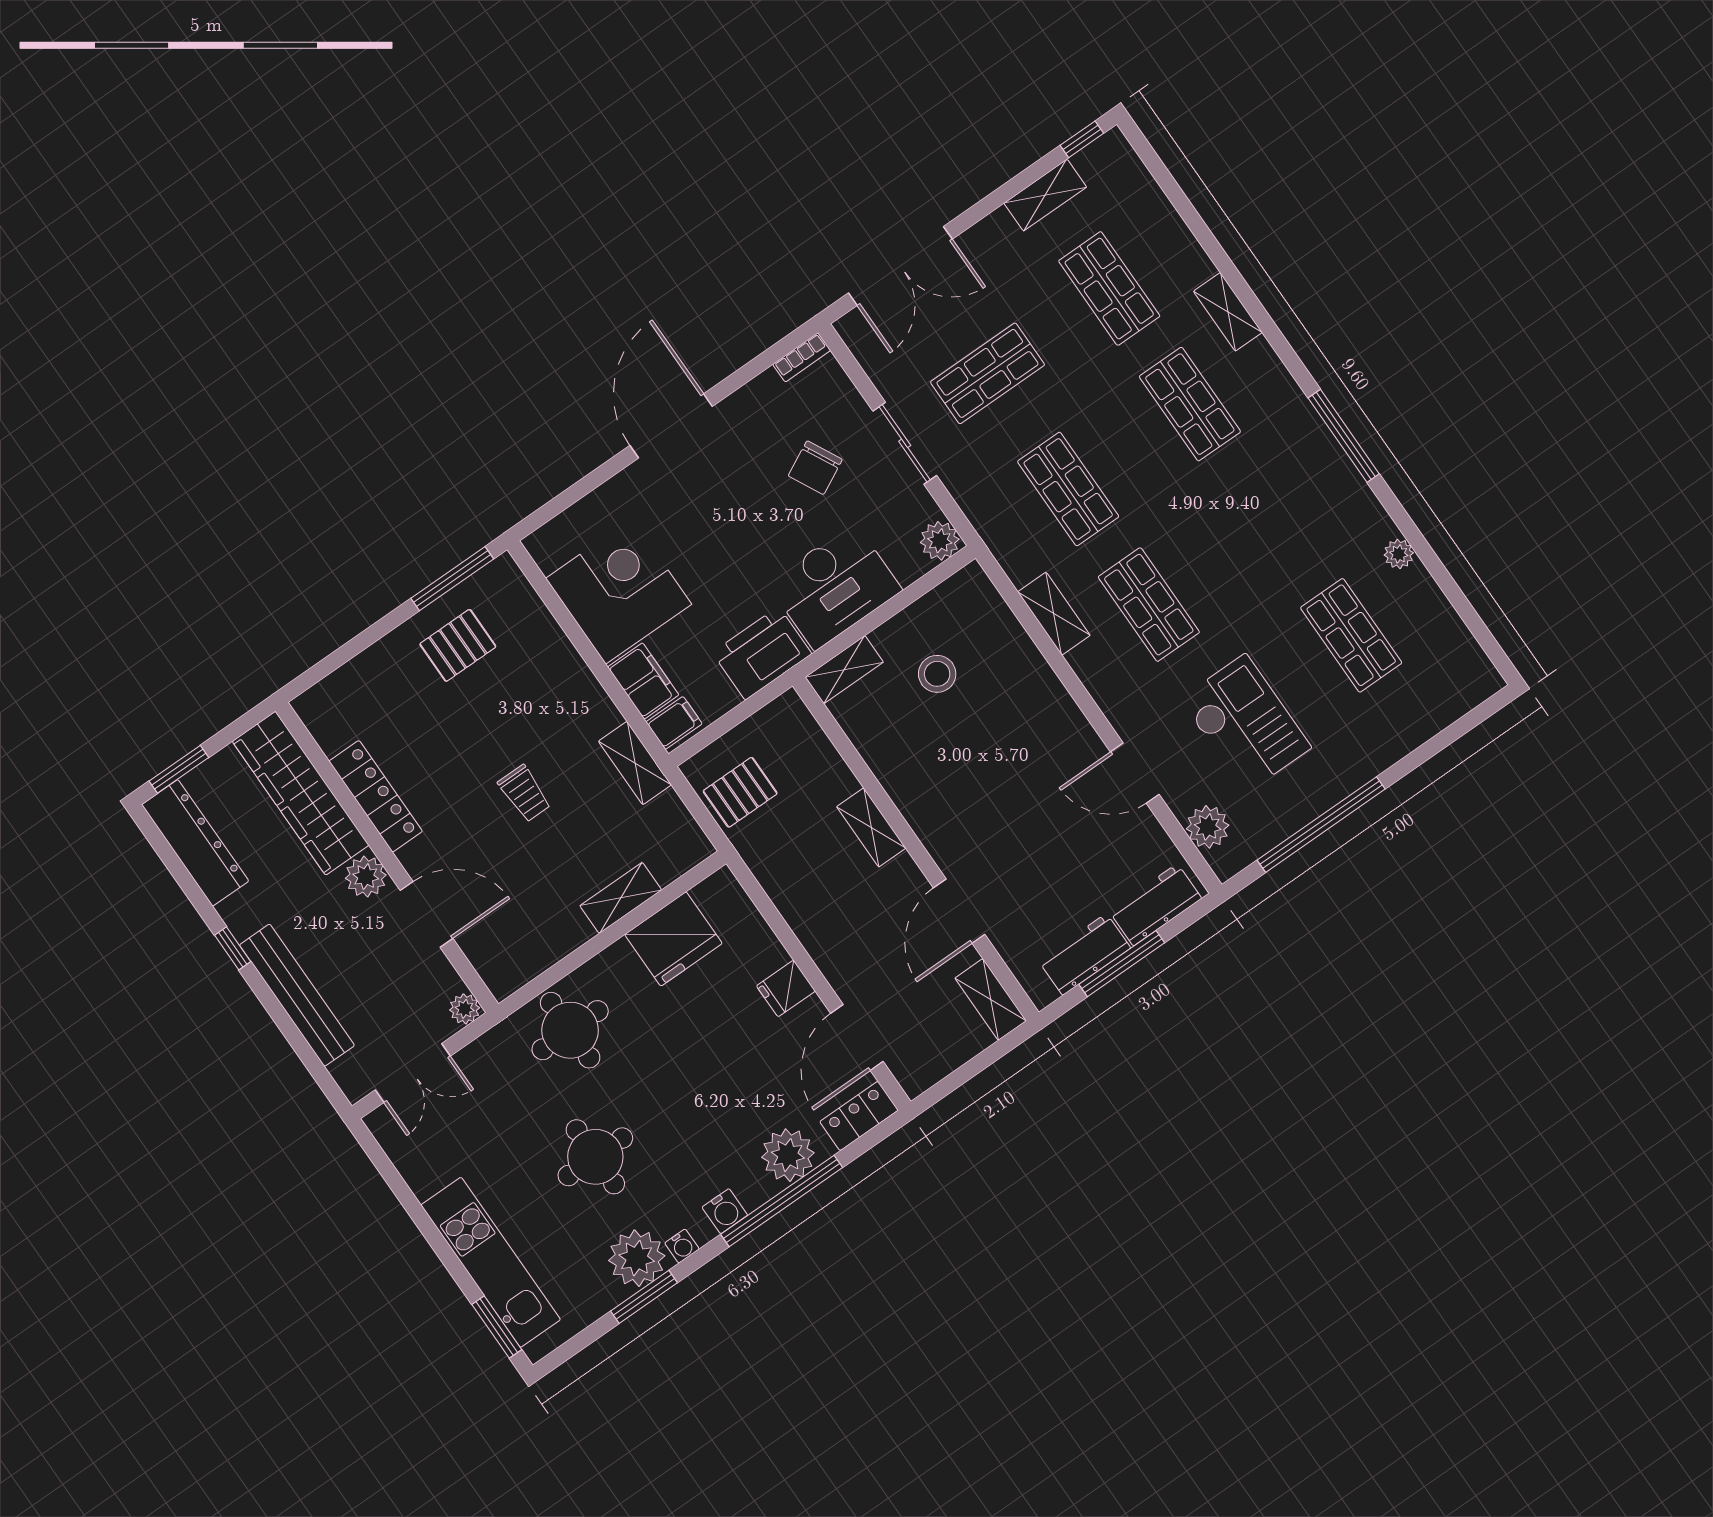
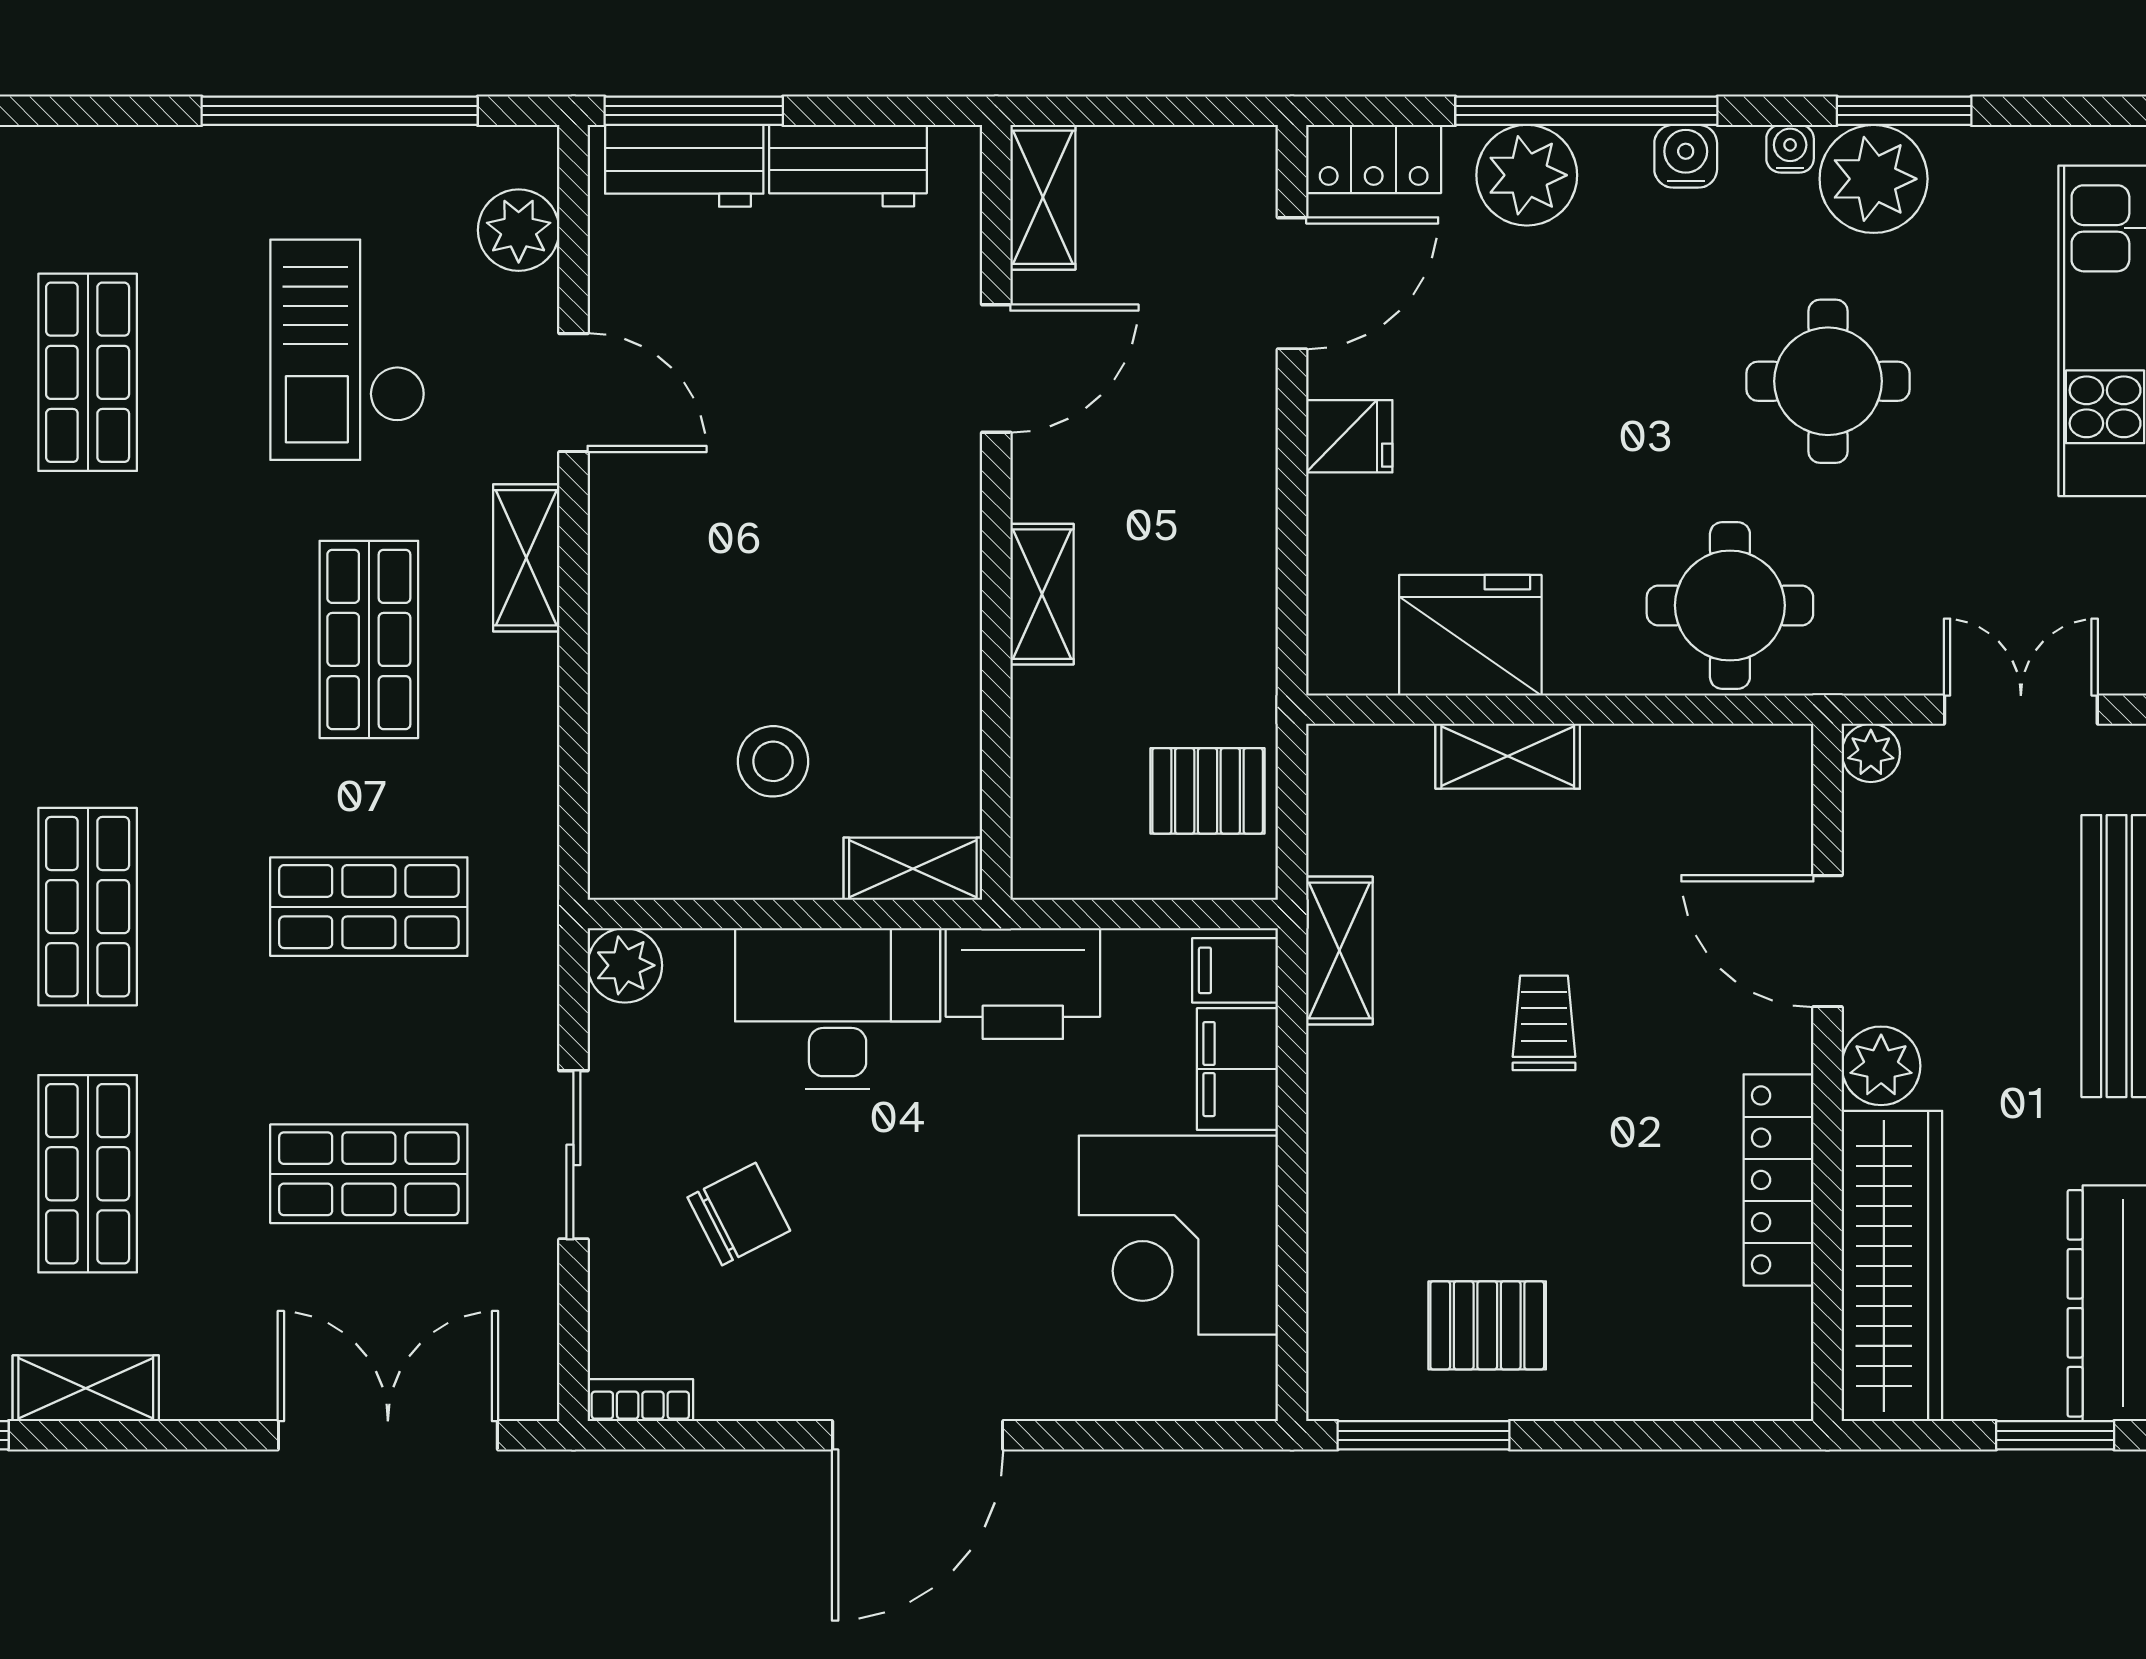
shop shelf: (1068, 489) -> (369, 907), turned 90
shelving: (1054, 614) -> (526, 558), moved
window: (1122, 964) -> (694, 111), moved

